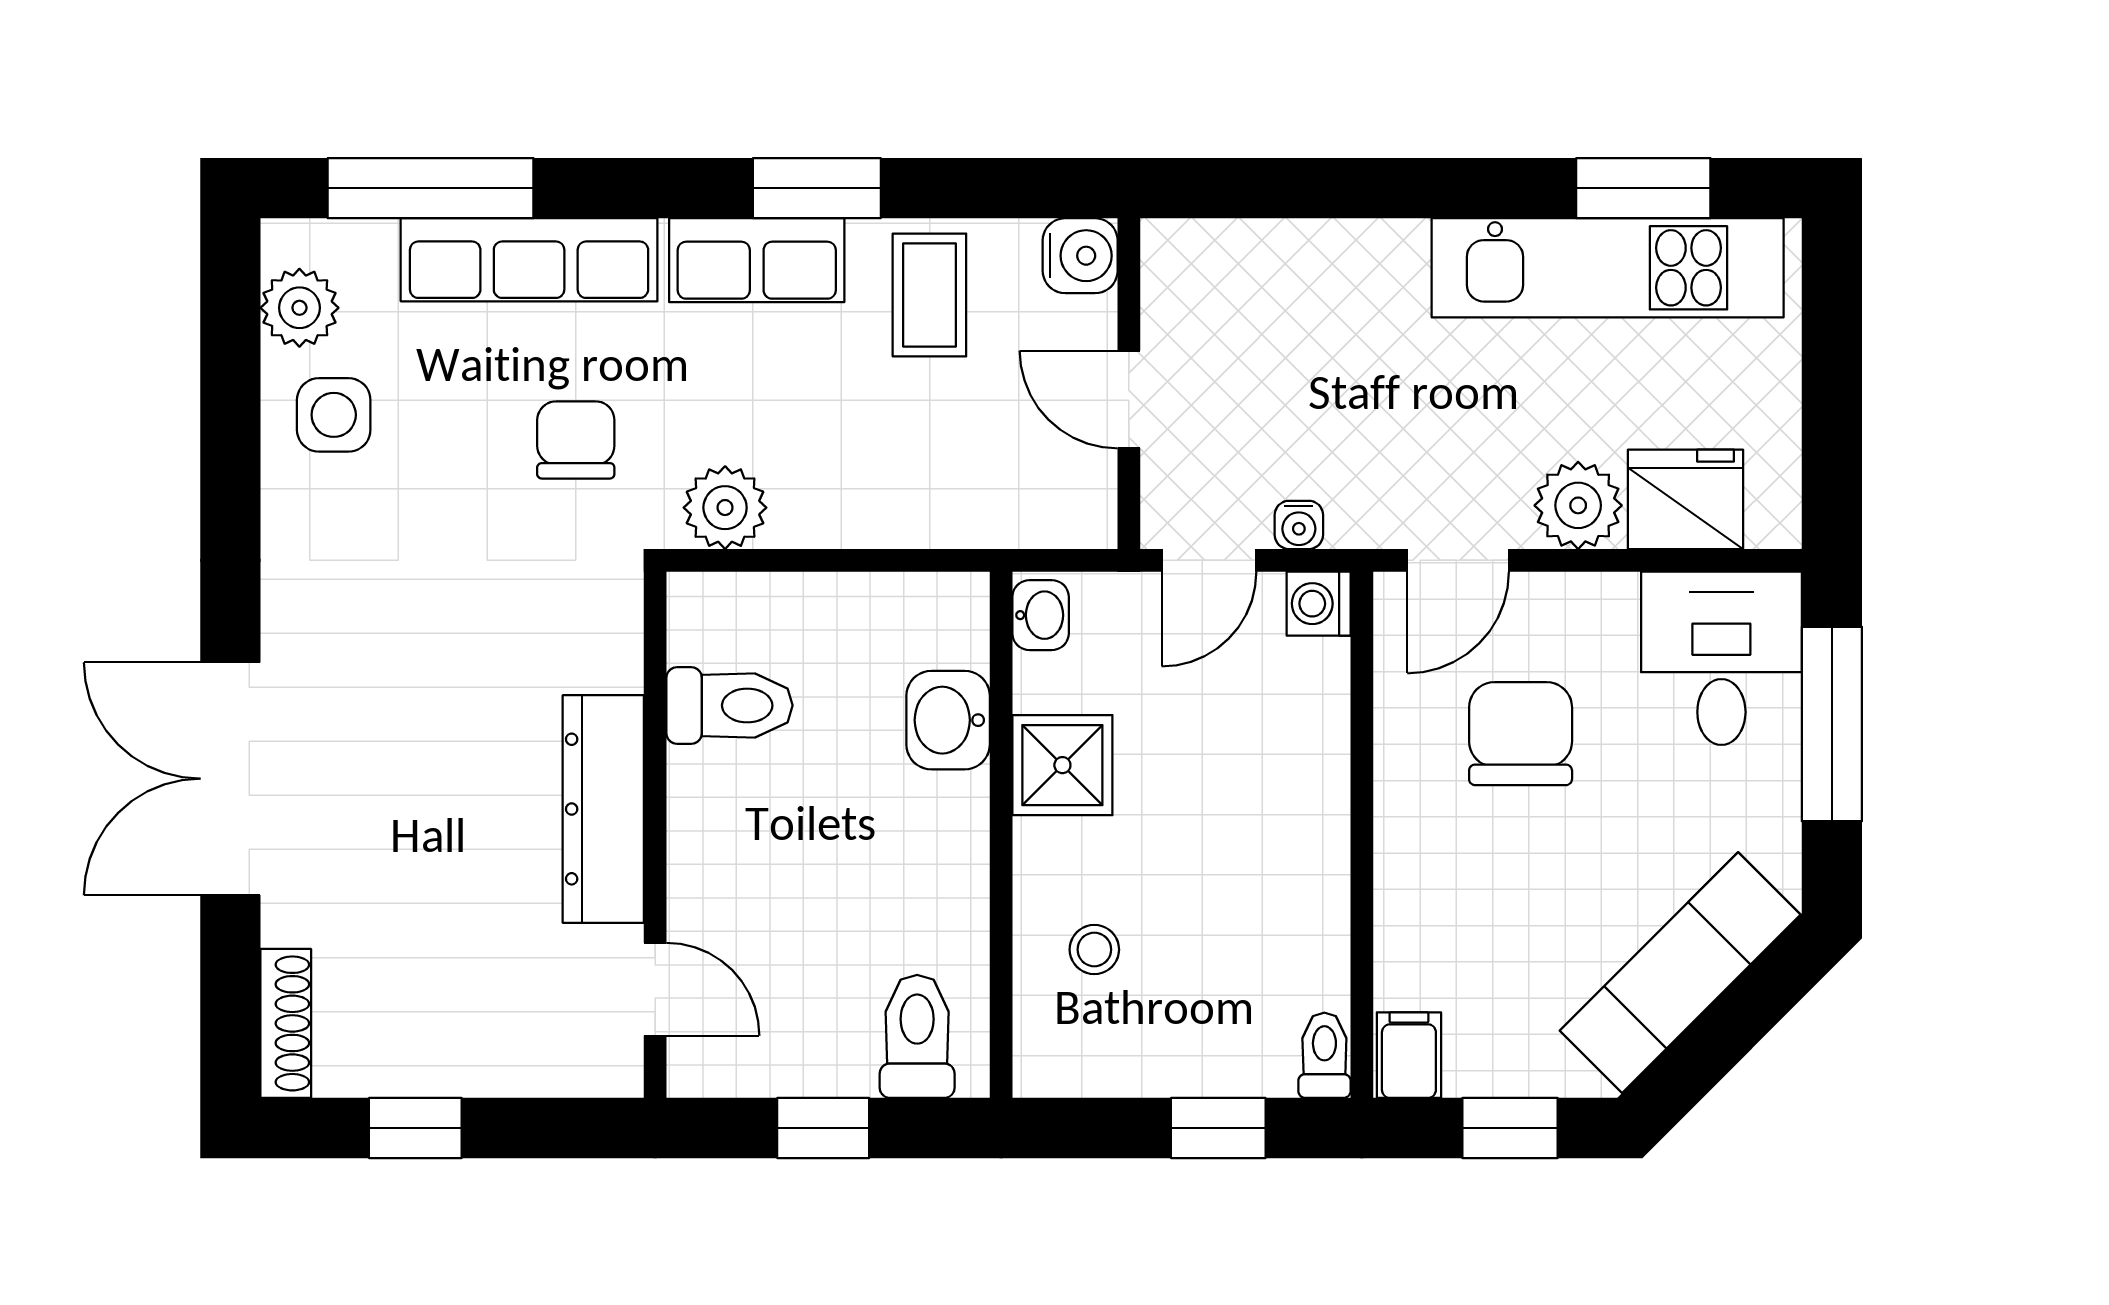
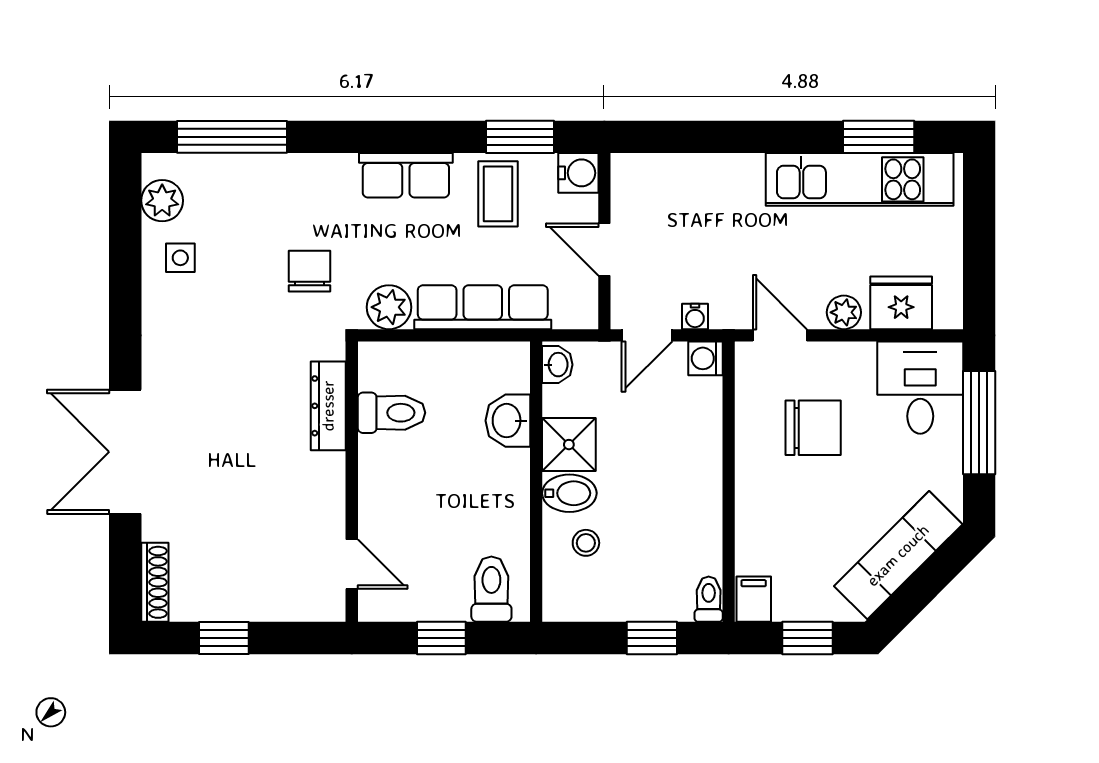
window: (817, 188) -> (520, 137), moved
row of seats: (529, 260) -> (483, 307), moved, turned 180
side table: (334, 415) -> (180, 258), width x0.73, depth x0.73
plant: (1578, 505) -> (844, 312), width x0.73, depth x0.73
door: (1458, 560) -> (780, 335), swing flipped
chair: (1521, 734) -> (813, 428), turned 90
dresser: (603, 809) -> (328, 406), moved, width x0.73, depth x0.80
bidet: (1063, 856) -> (569, 493), added

